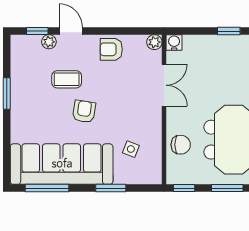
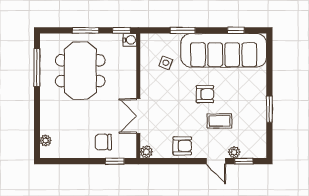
window: (229, 31) -> (115, 161), moved
water cooler: (174, 42) -> (130, 40), moved, turned -90
armchair: (84, 111) -> (205, 94), turned -99
chair: (181, 145) -> (103, 142), moved
window: (47, 188) -> (236, 30), width x0.46

